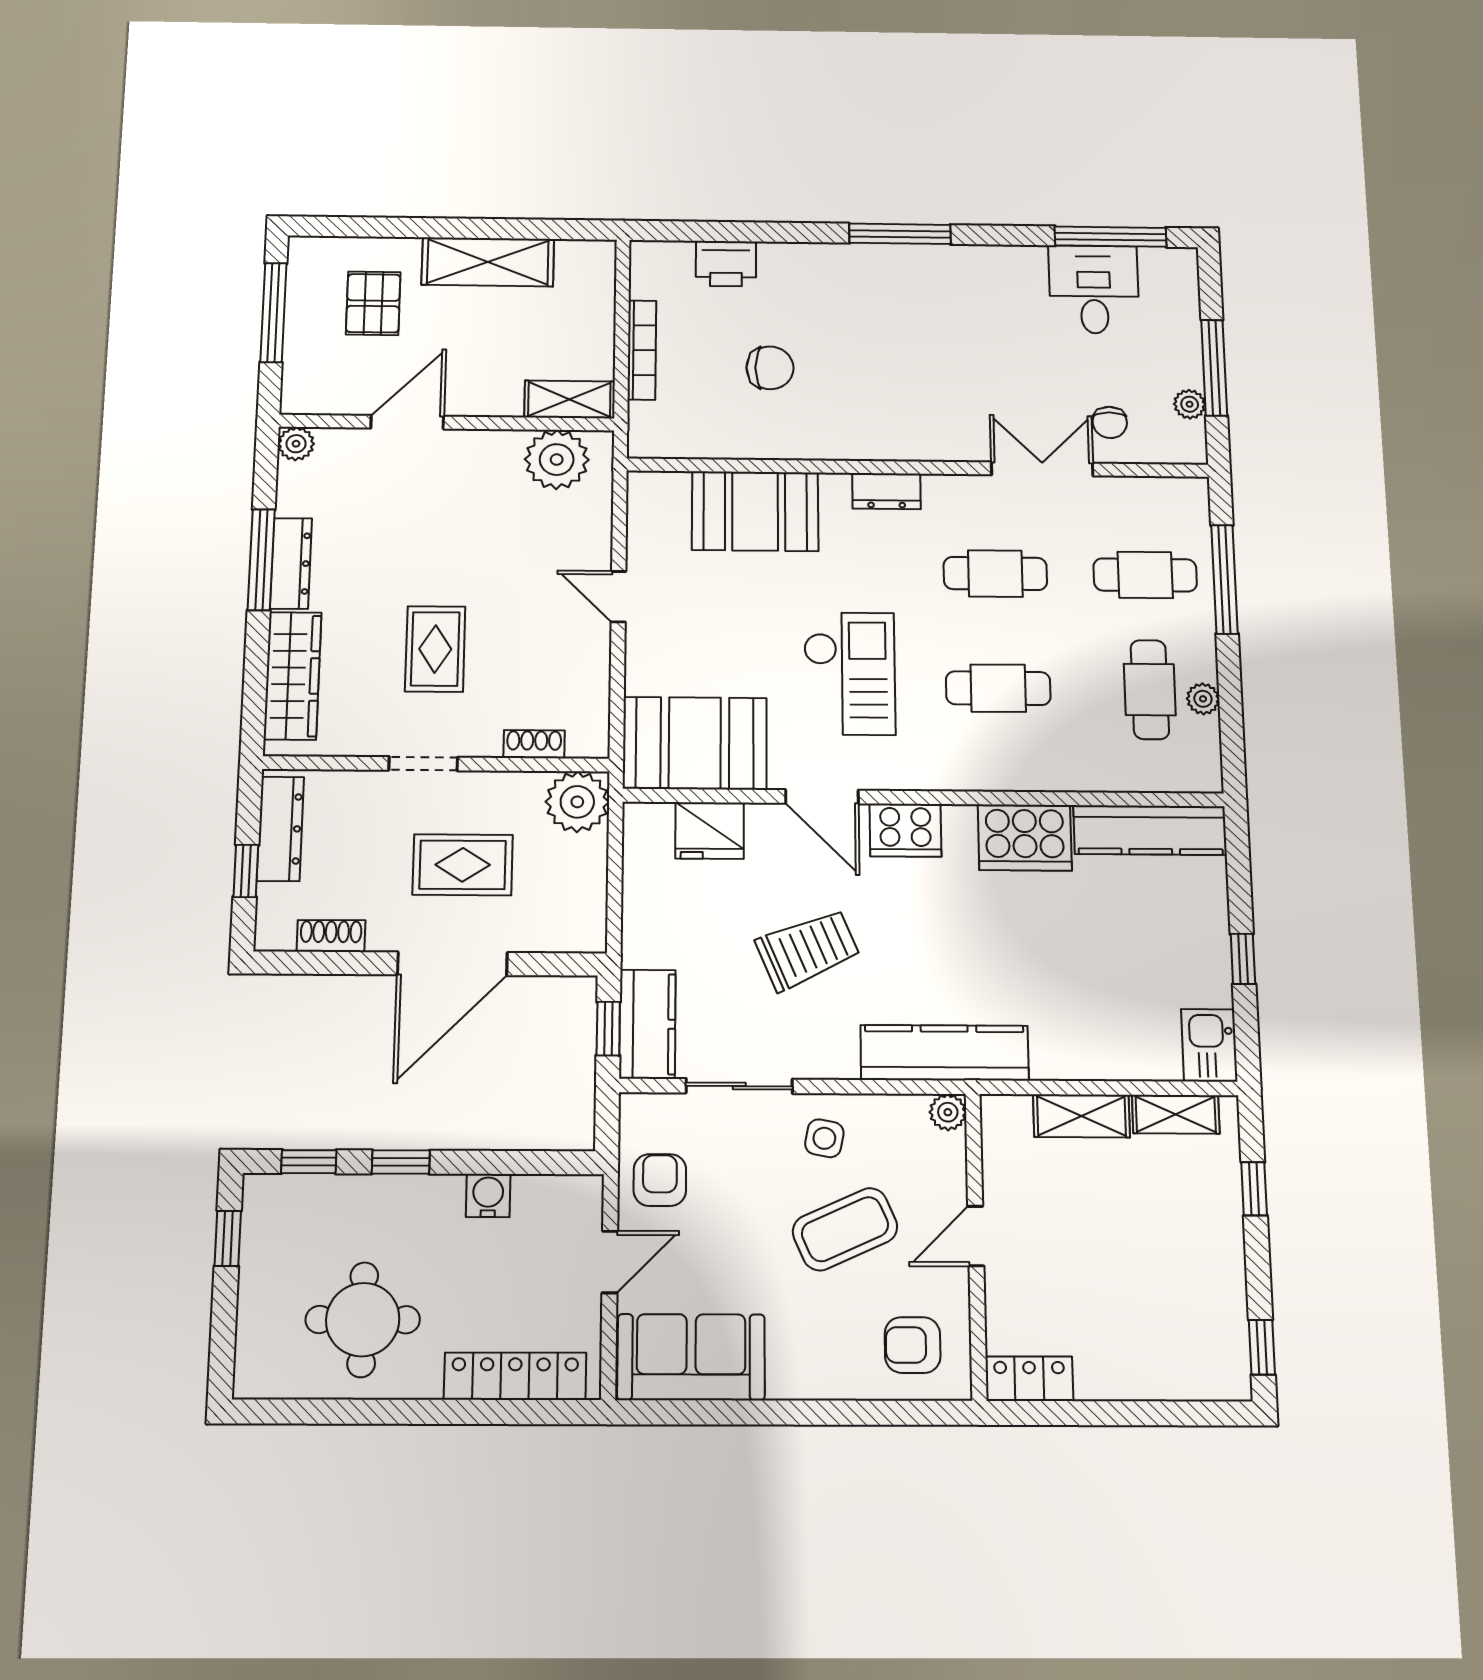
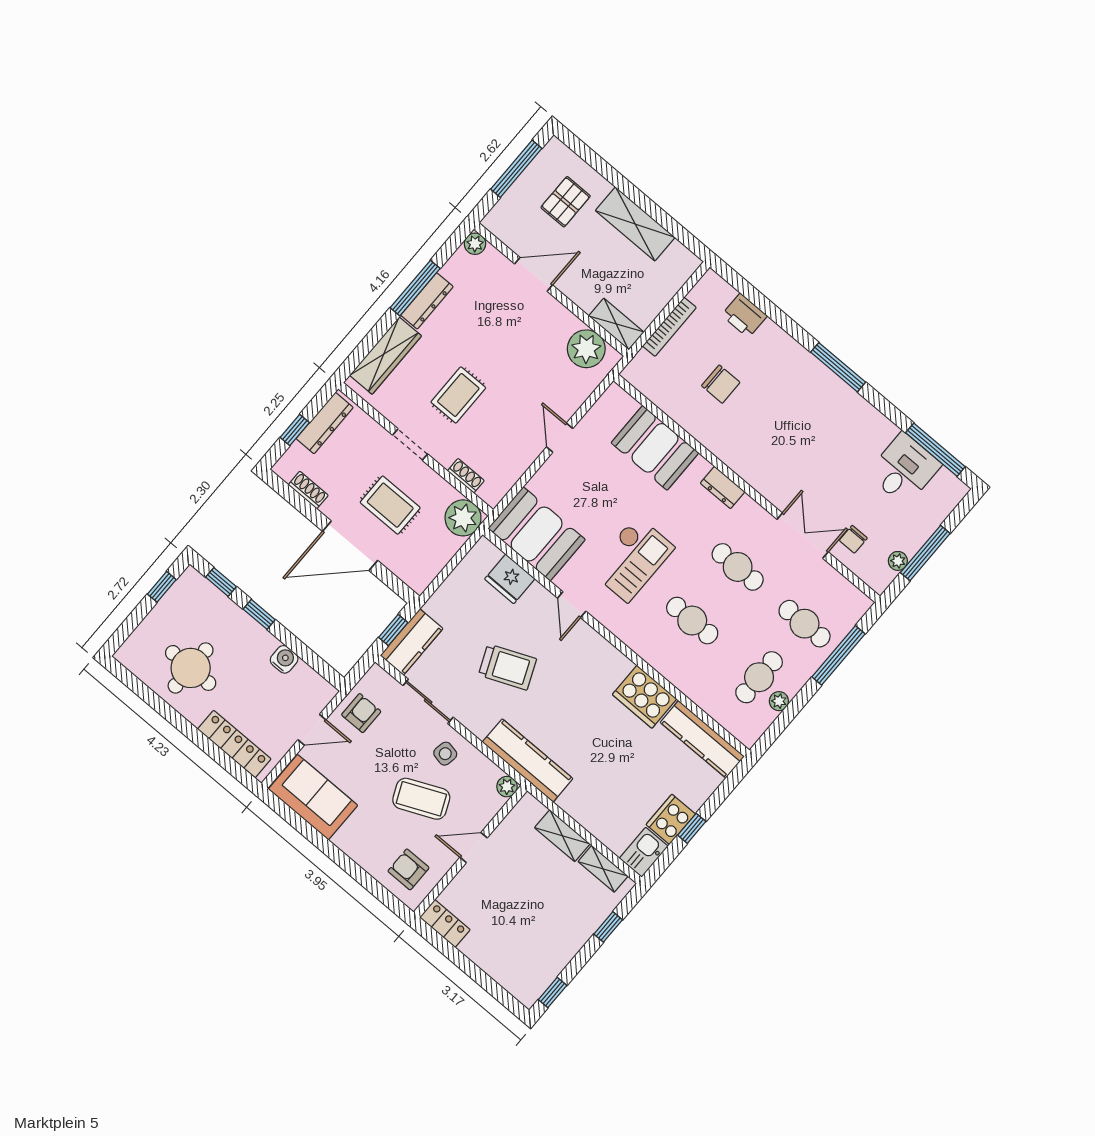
door: (822, 797) -> (572, 605), width x0.73
cooker: (905, 830) -> (671, 819), moved, turned 90

